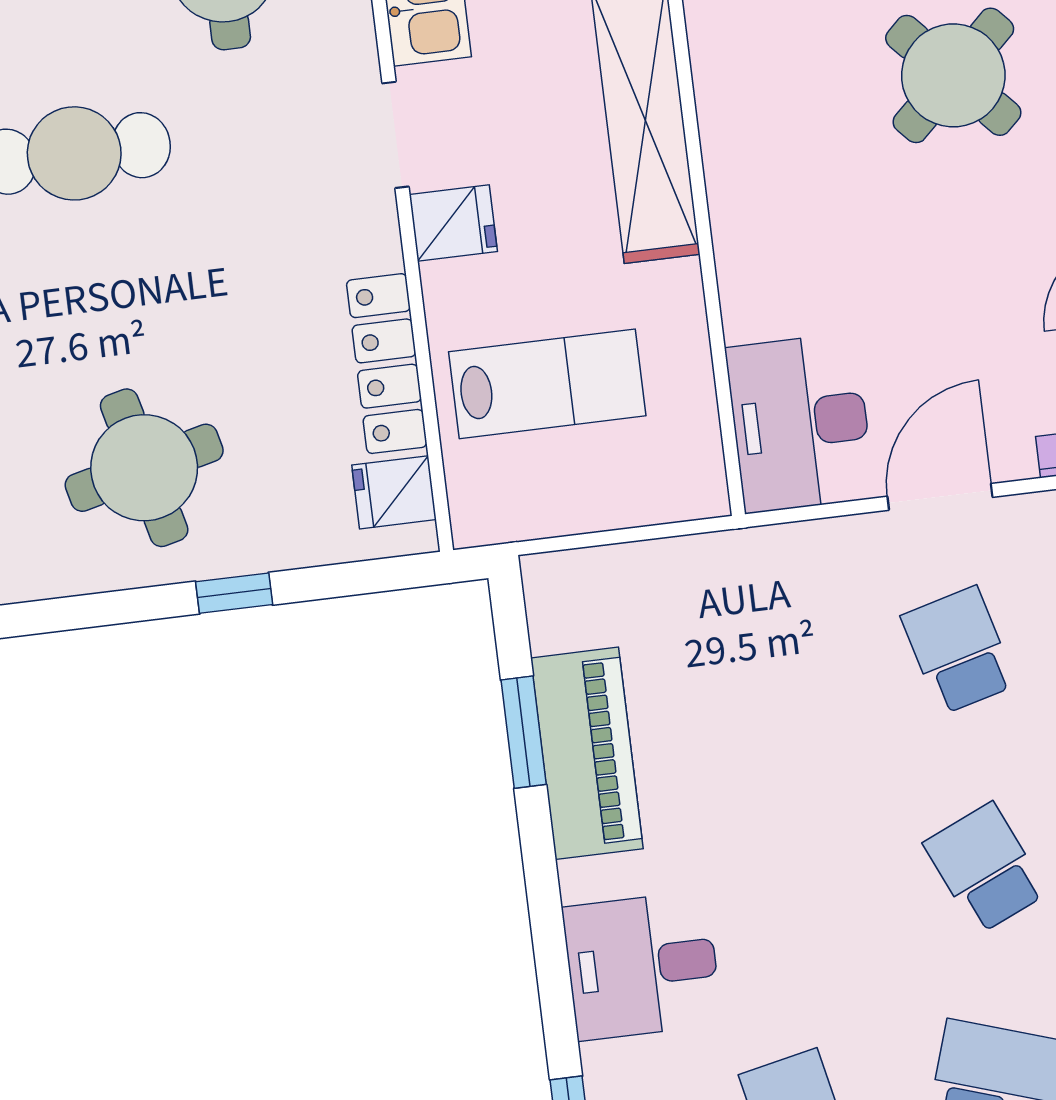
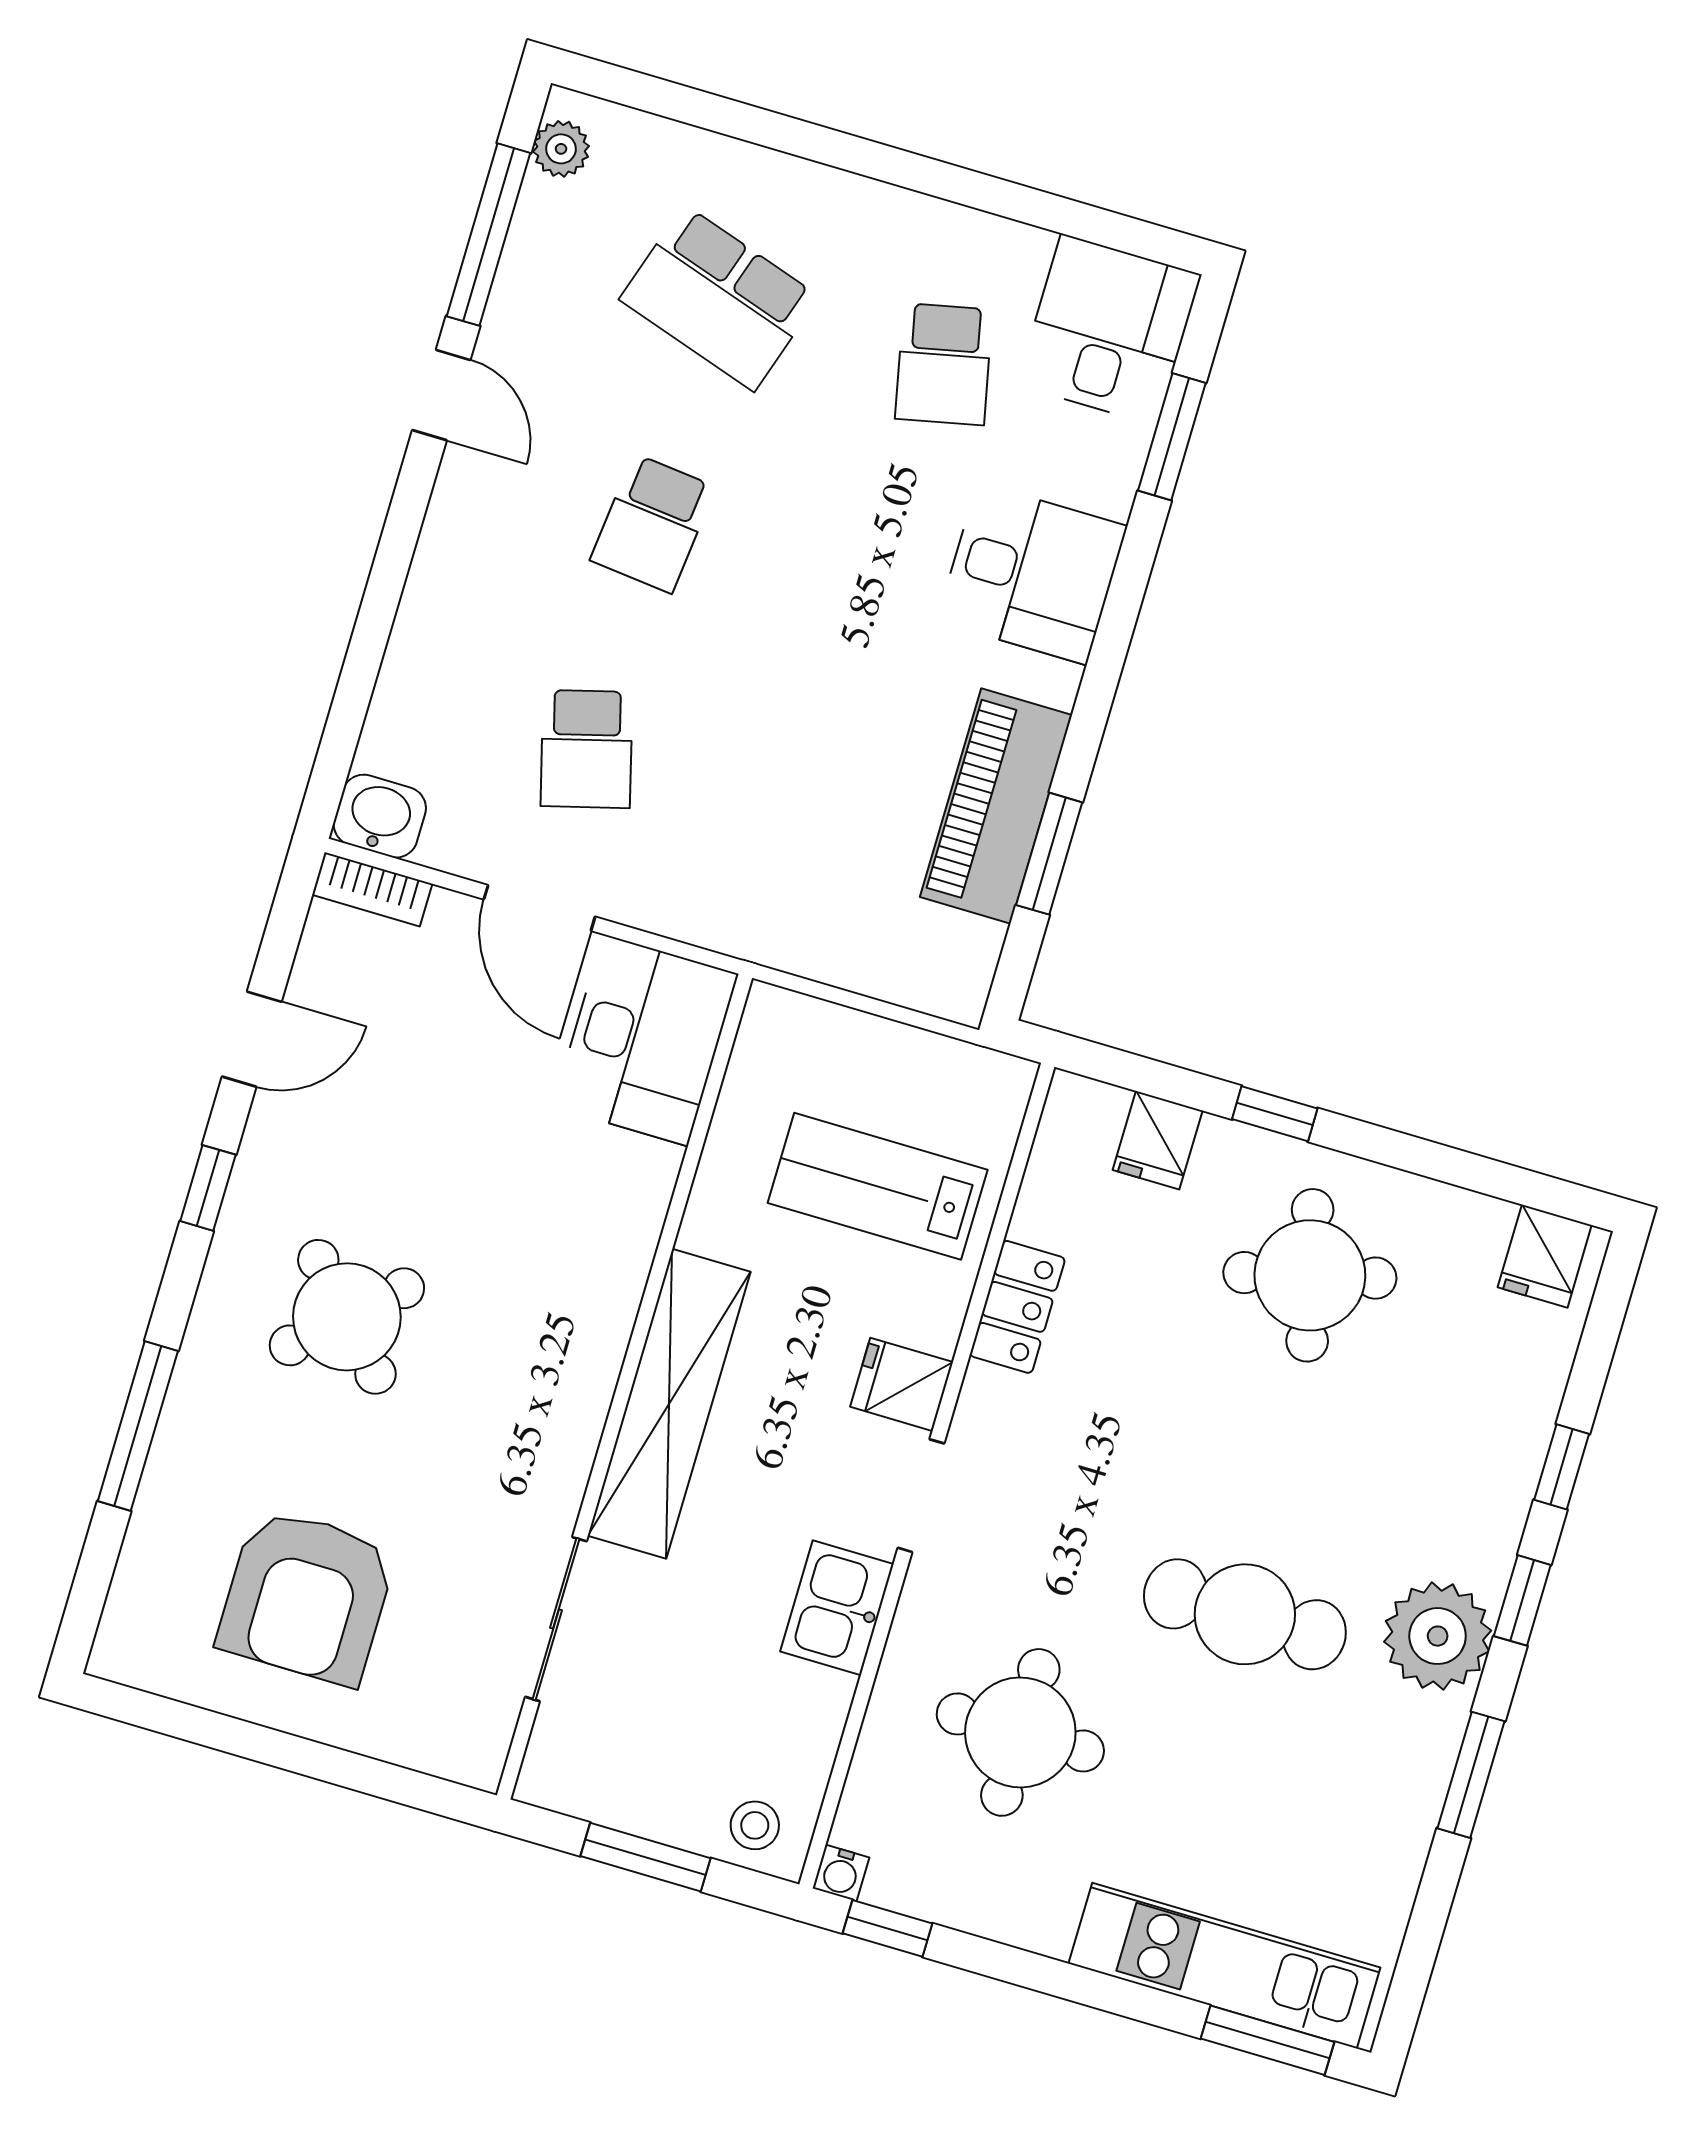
locker: (387, 364) -> (1017, 1307), width x0.66
fridge: (394, 492) -> (1158, 1140), moved, turned 90
door: (940, 497) -> (539, 908), hinge flipped
school desk: (985, 868) -> (653, 524), turned 30

